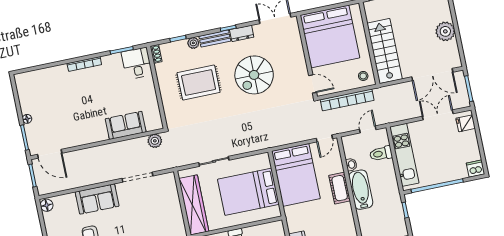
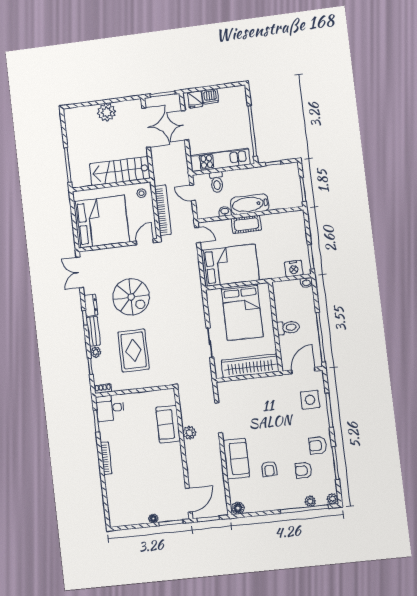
plant: (155, 141) -> (189, 433), moved
dishwasher: (476, 169) -> (210, 96), moved, turned -90

